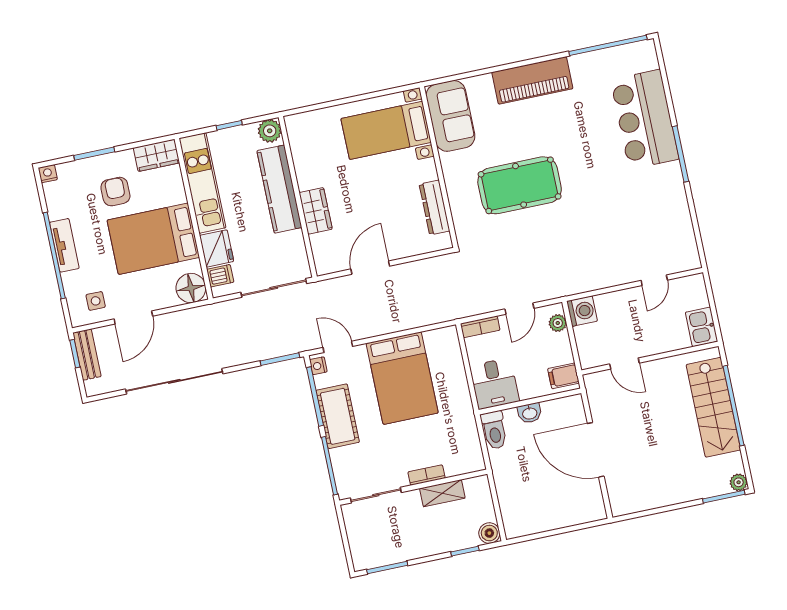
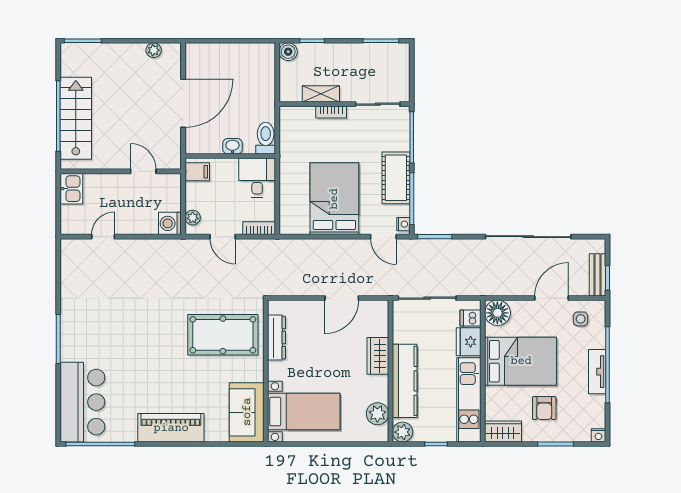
bar counter: (645, 119) -> (82, 402), moved
plant: (302, 146) -> (377, 414), added
pool table: (520, 185) -> (223, 335), moved
door: (519, 309) -> (223, 237), swing flipped
door: (596, 450) -> (183, 103), hinge flipped
plant: (739, 482) -> (154, 50), moved

